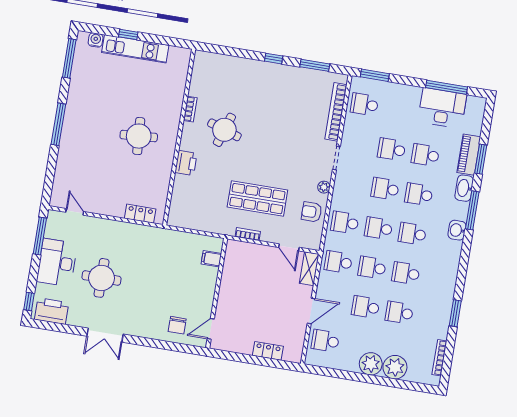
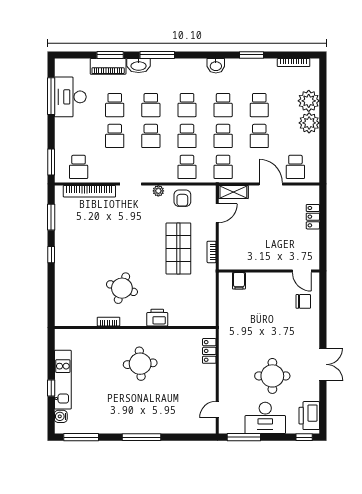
washbasin: (457, 230) -> (216, 66), moved

